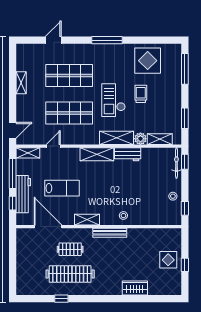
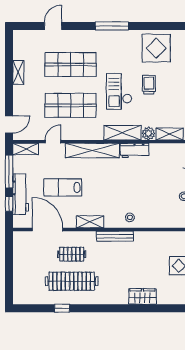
shelving: (97, 154) -> (92, 150), width x1.47
lab bench: (62, 188) -> (63, 187), turned 180

